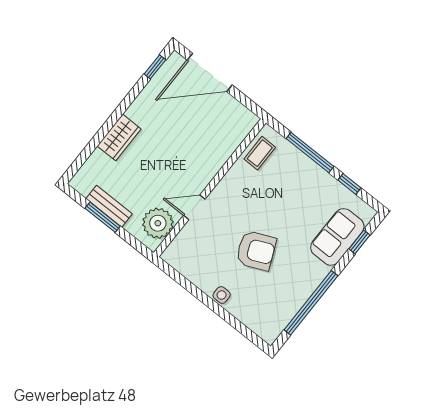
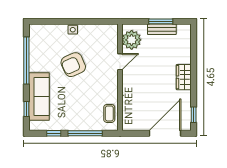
wardrobe: (119, 137) -> (184, 77), moved
sofa: (337, 237) -> (39, 96), width x1.36

